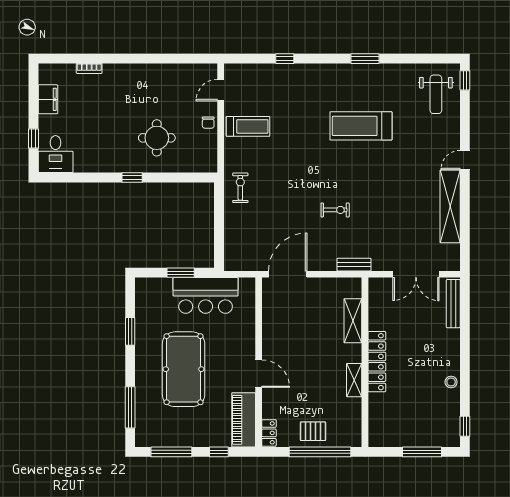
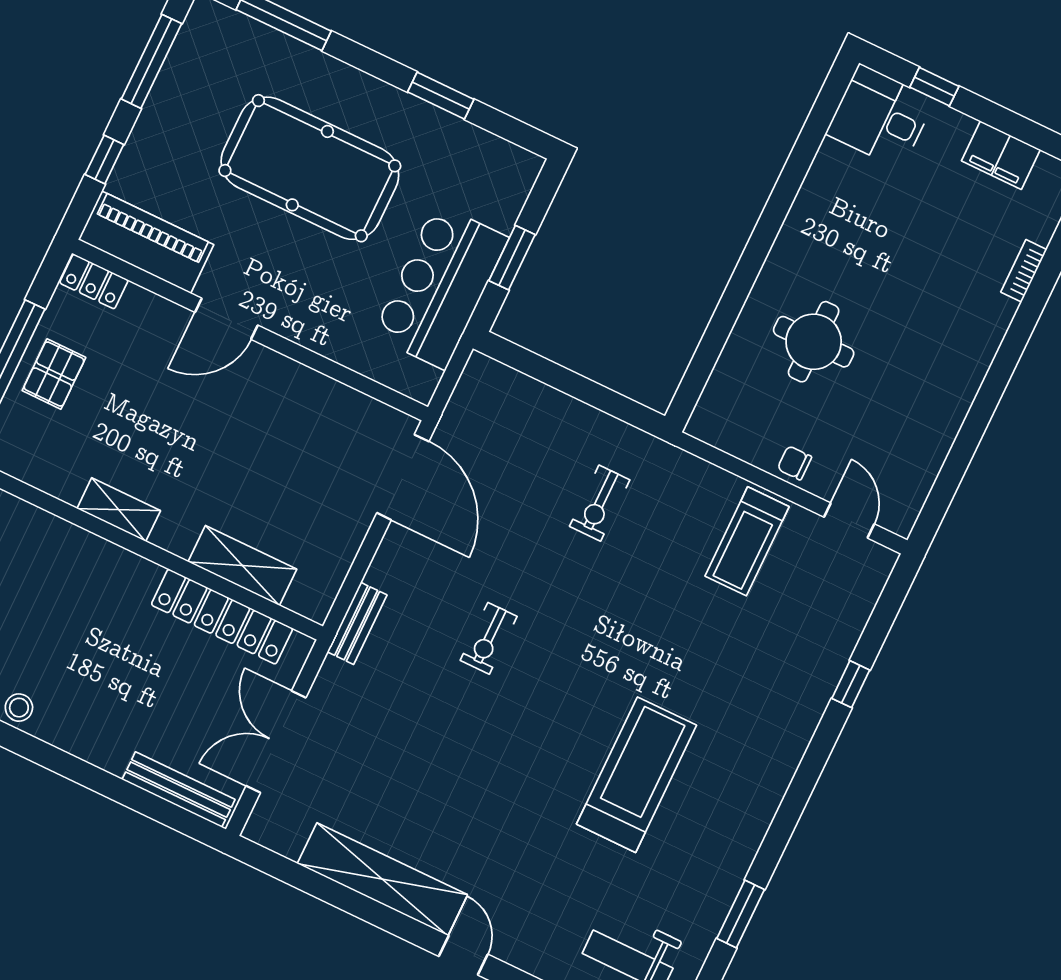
window: (365, 59) -> (741, 914), moved
window: (132, 177) -> (756, 251), removed
exercise bike: (240, 188) -> (600, 503), moved, turned 90
locker: (377, 362) -> (222, 617), moved

